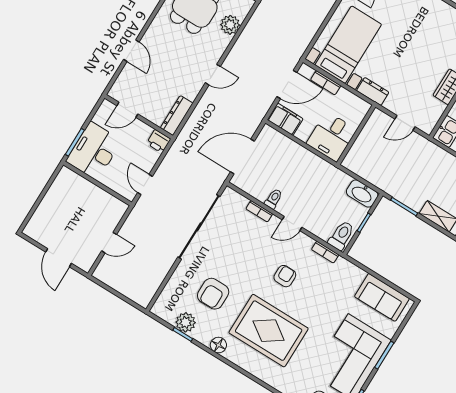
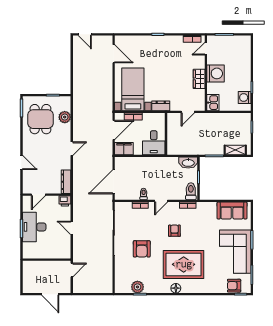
wall: (97, 184) -> (47, 260), moved
armchair: (213, 294) -> (142, 249), moved
floor lamp: (218, 345) -> (176, 288), moved

